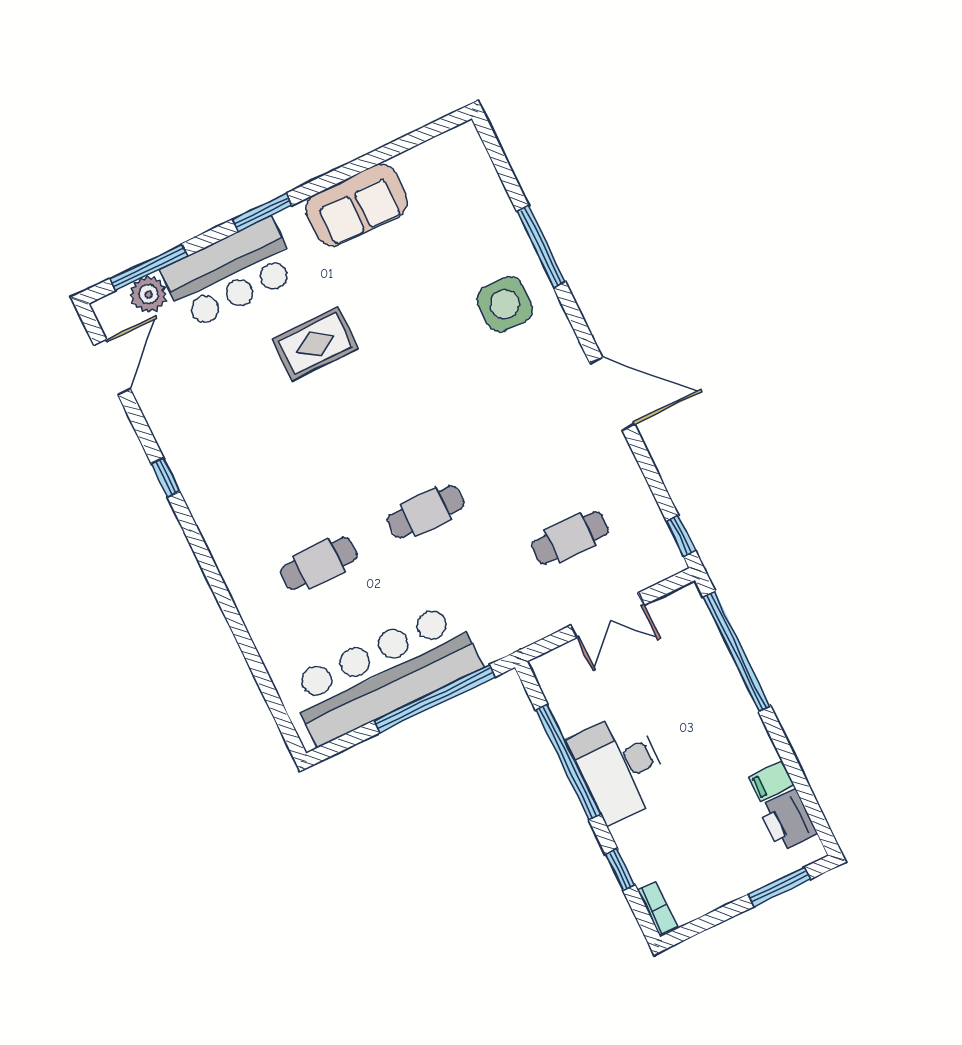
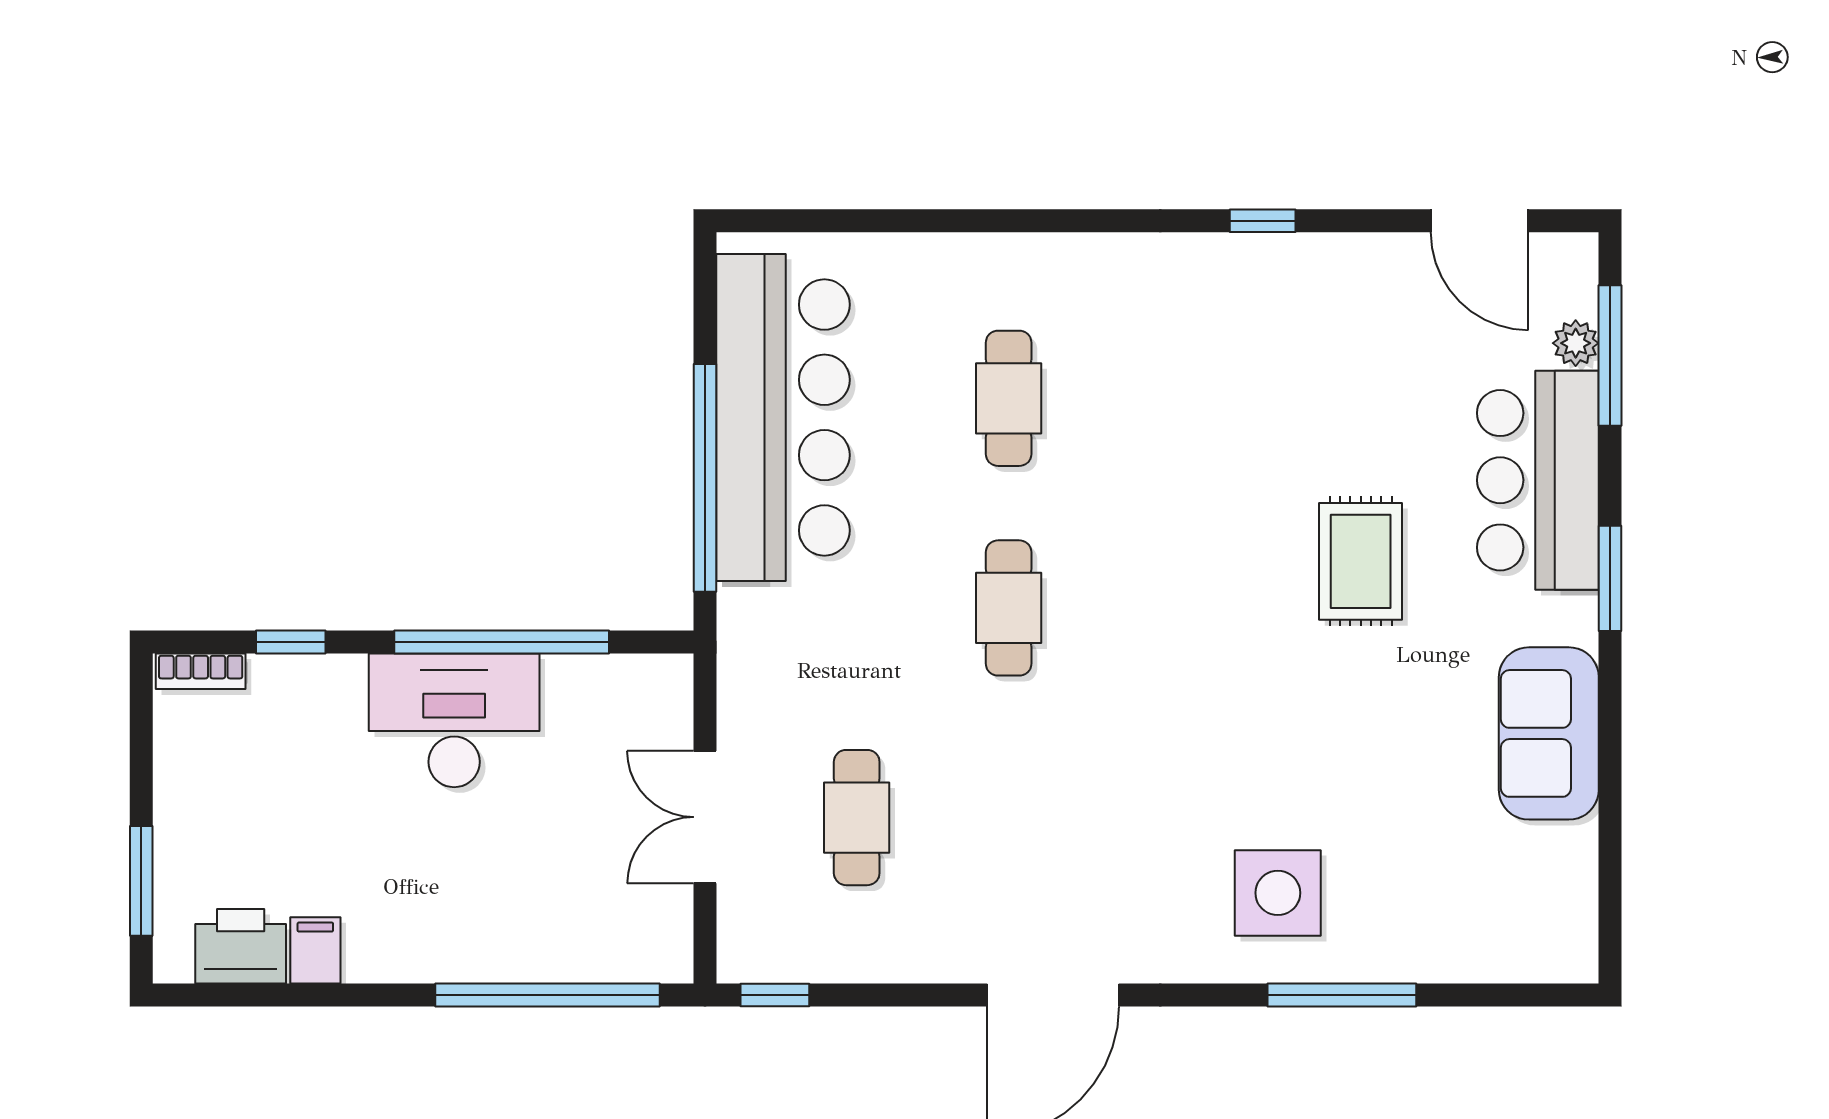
plant: (149, 294) -> (1576, 343), width x0.73, depth x0.73

